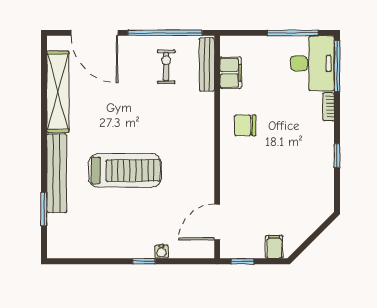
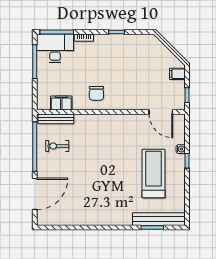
shelving: (58, 92) -> (74, 218), removed
treadmill: (125, 170) -> (154, 174), moved
bench: (57, 173) -> (159, 219), moved

